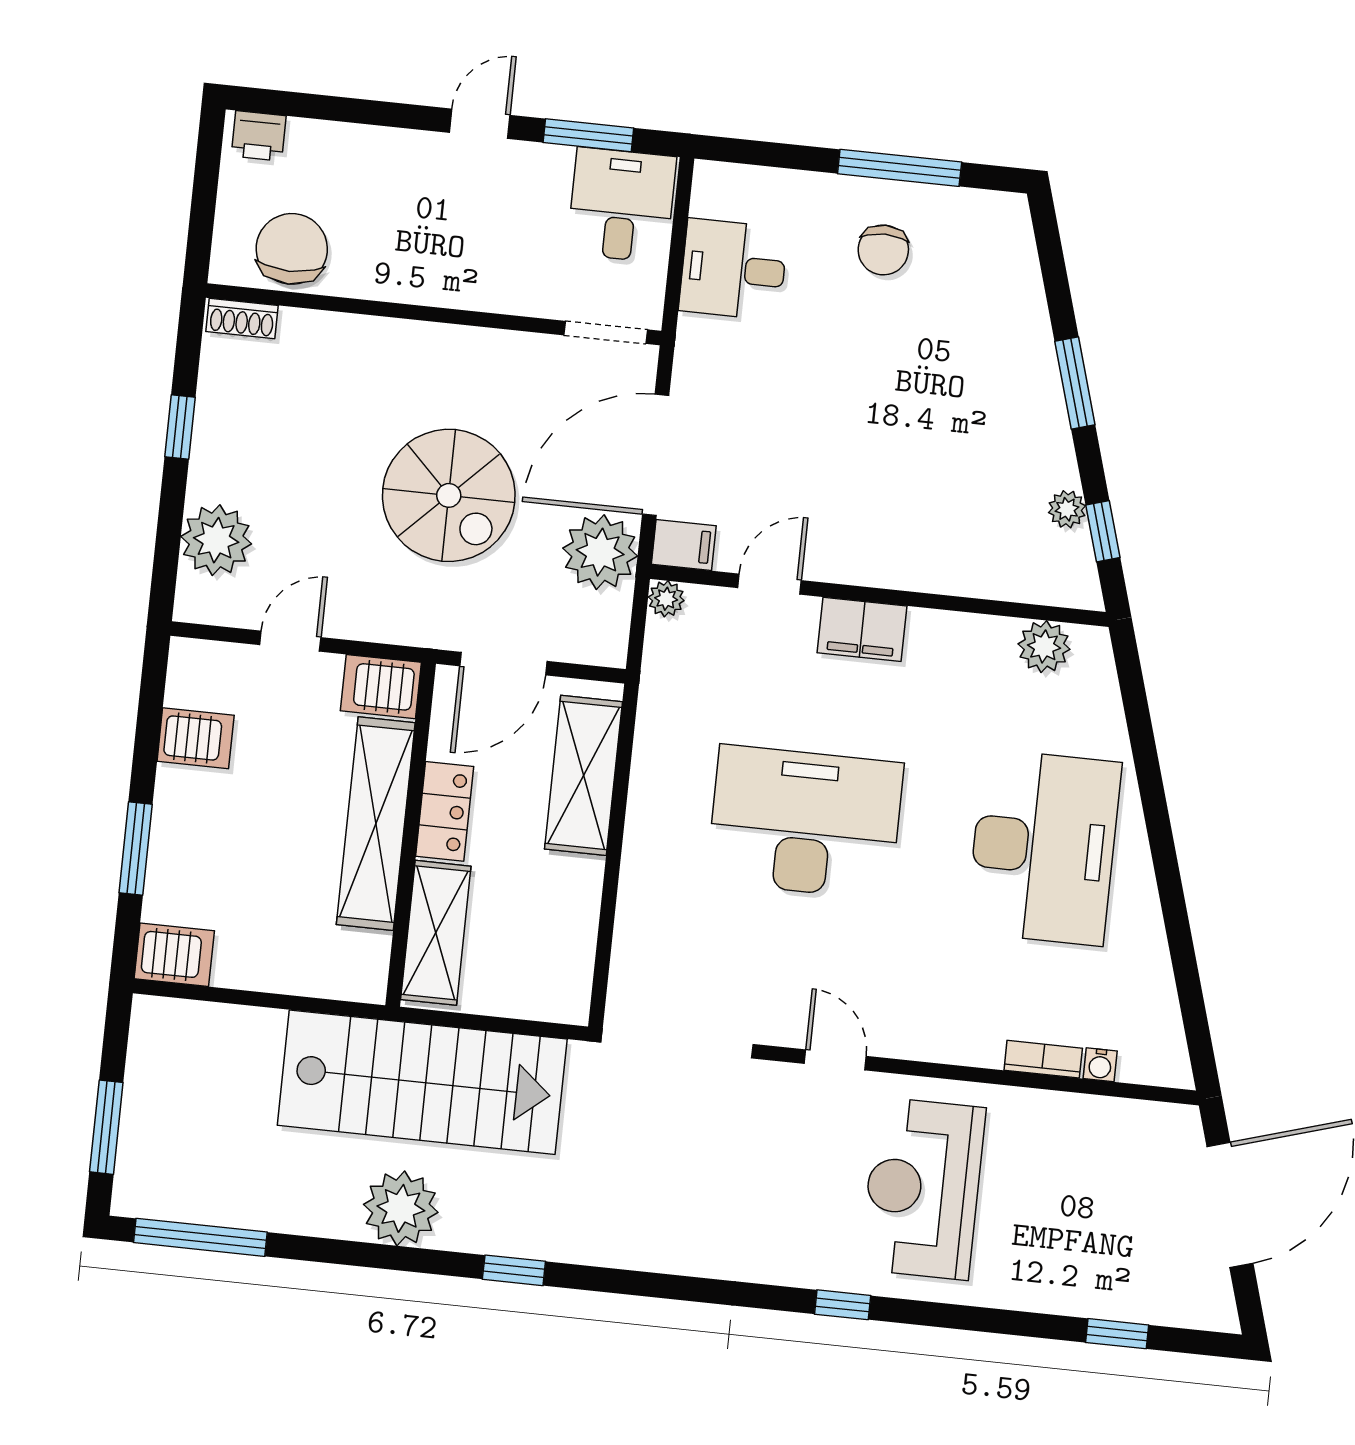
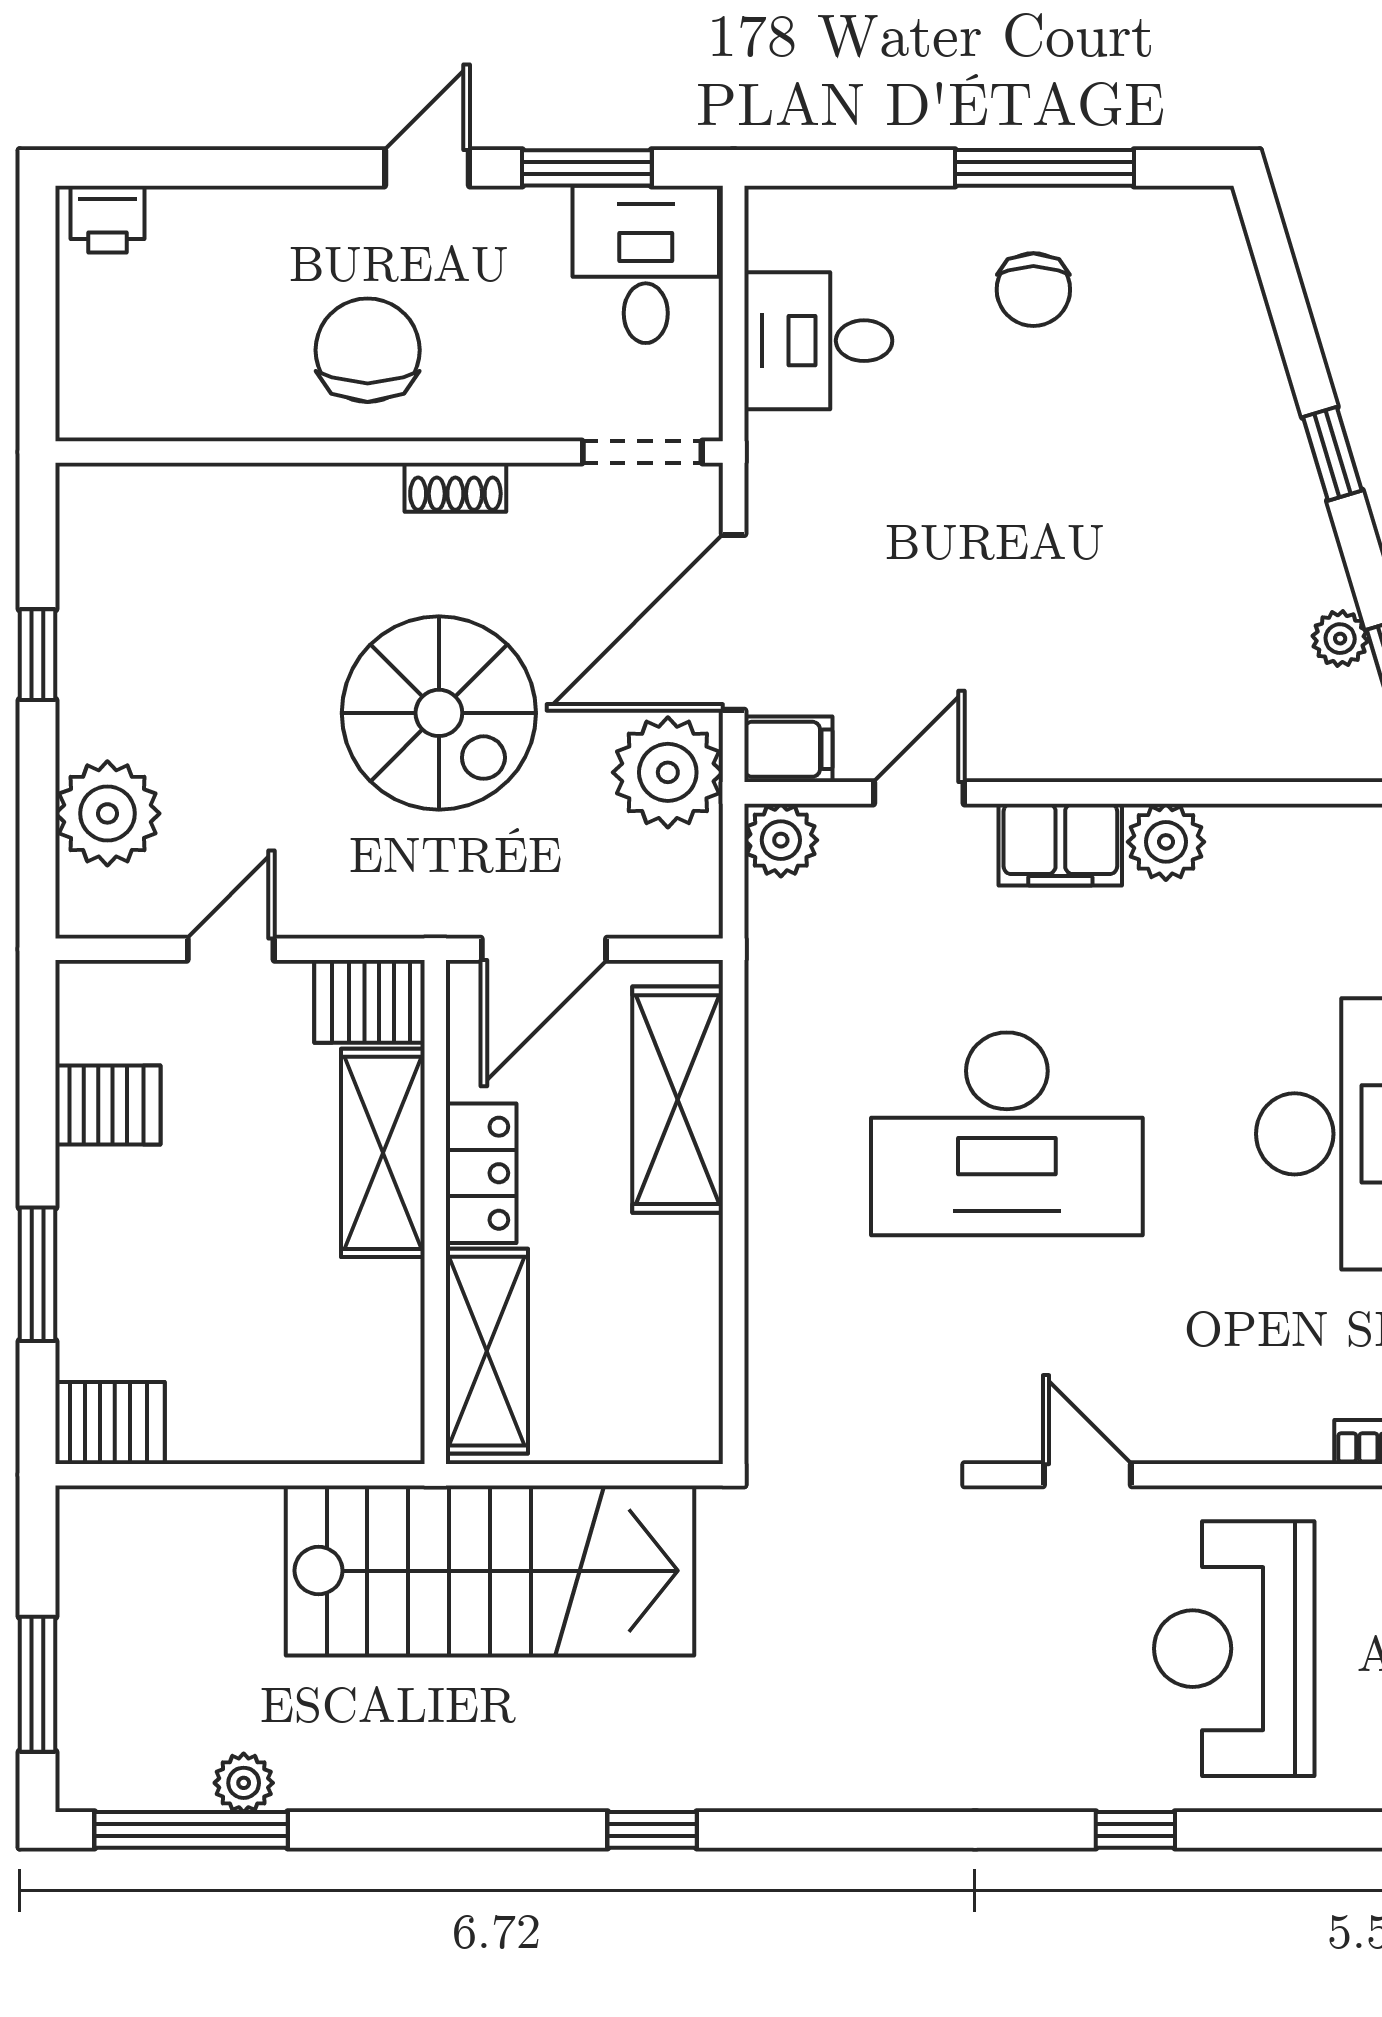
chair: (292, 249) -> (368, 350), moved
shoe rack: (242, 318) -> (455, 487), moved
window: (1075, 383) -> (1332, 454), width x0.67
plant: (666, 599) -> (781, 840), width x1.38, depth x1.38
plant: (1044, 647) -> (1166, 842), moved
desk: (805, 822) -> (1007, 1134), turned 180
shelving: (376, 824) -> (383, 1153), width x0.68
plant: (401, 1208) -> (244, 1783), moved, width x0.53, depth x0.53

